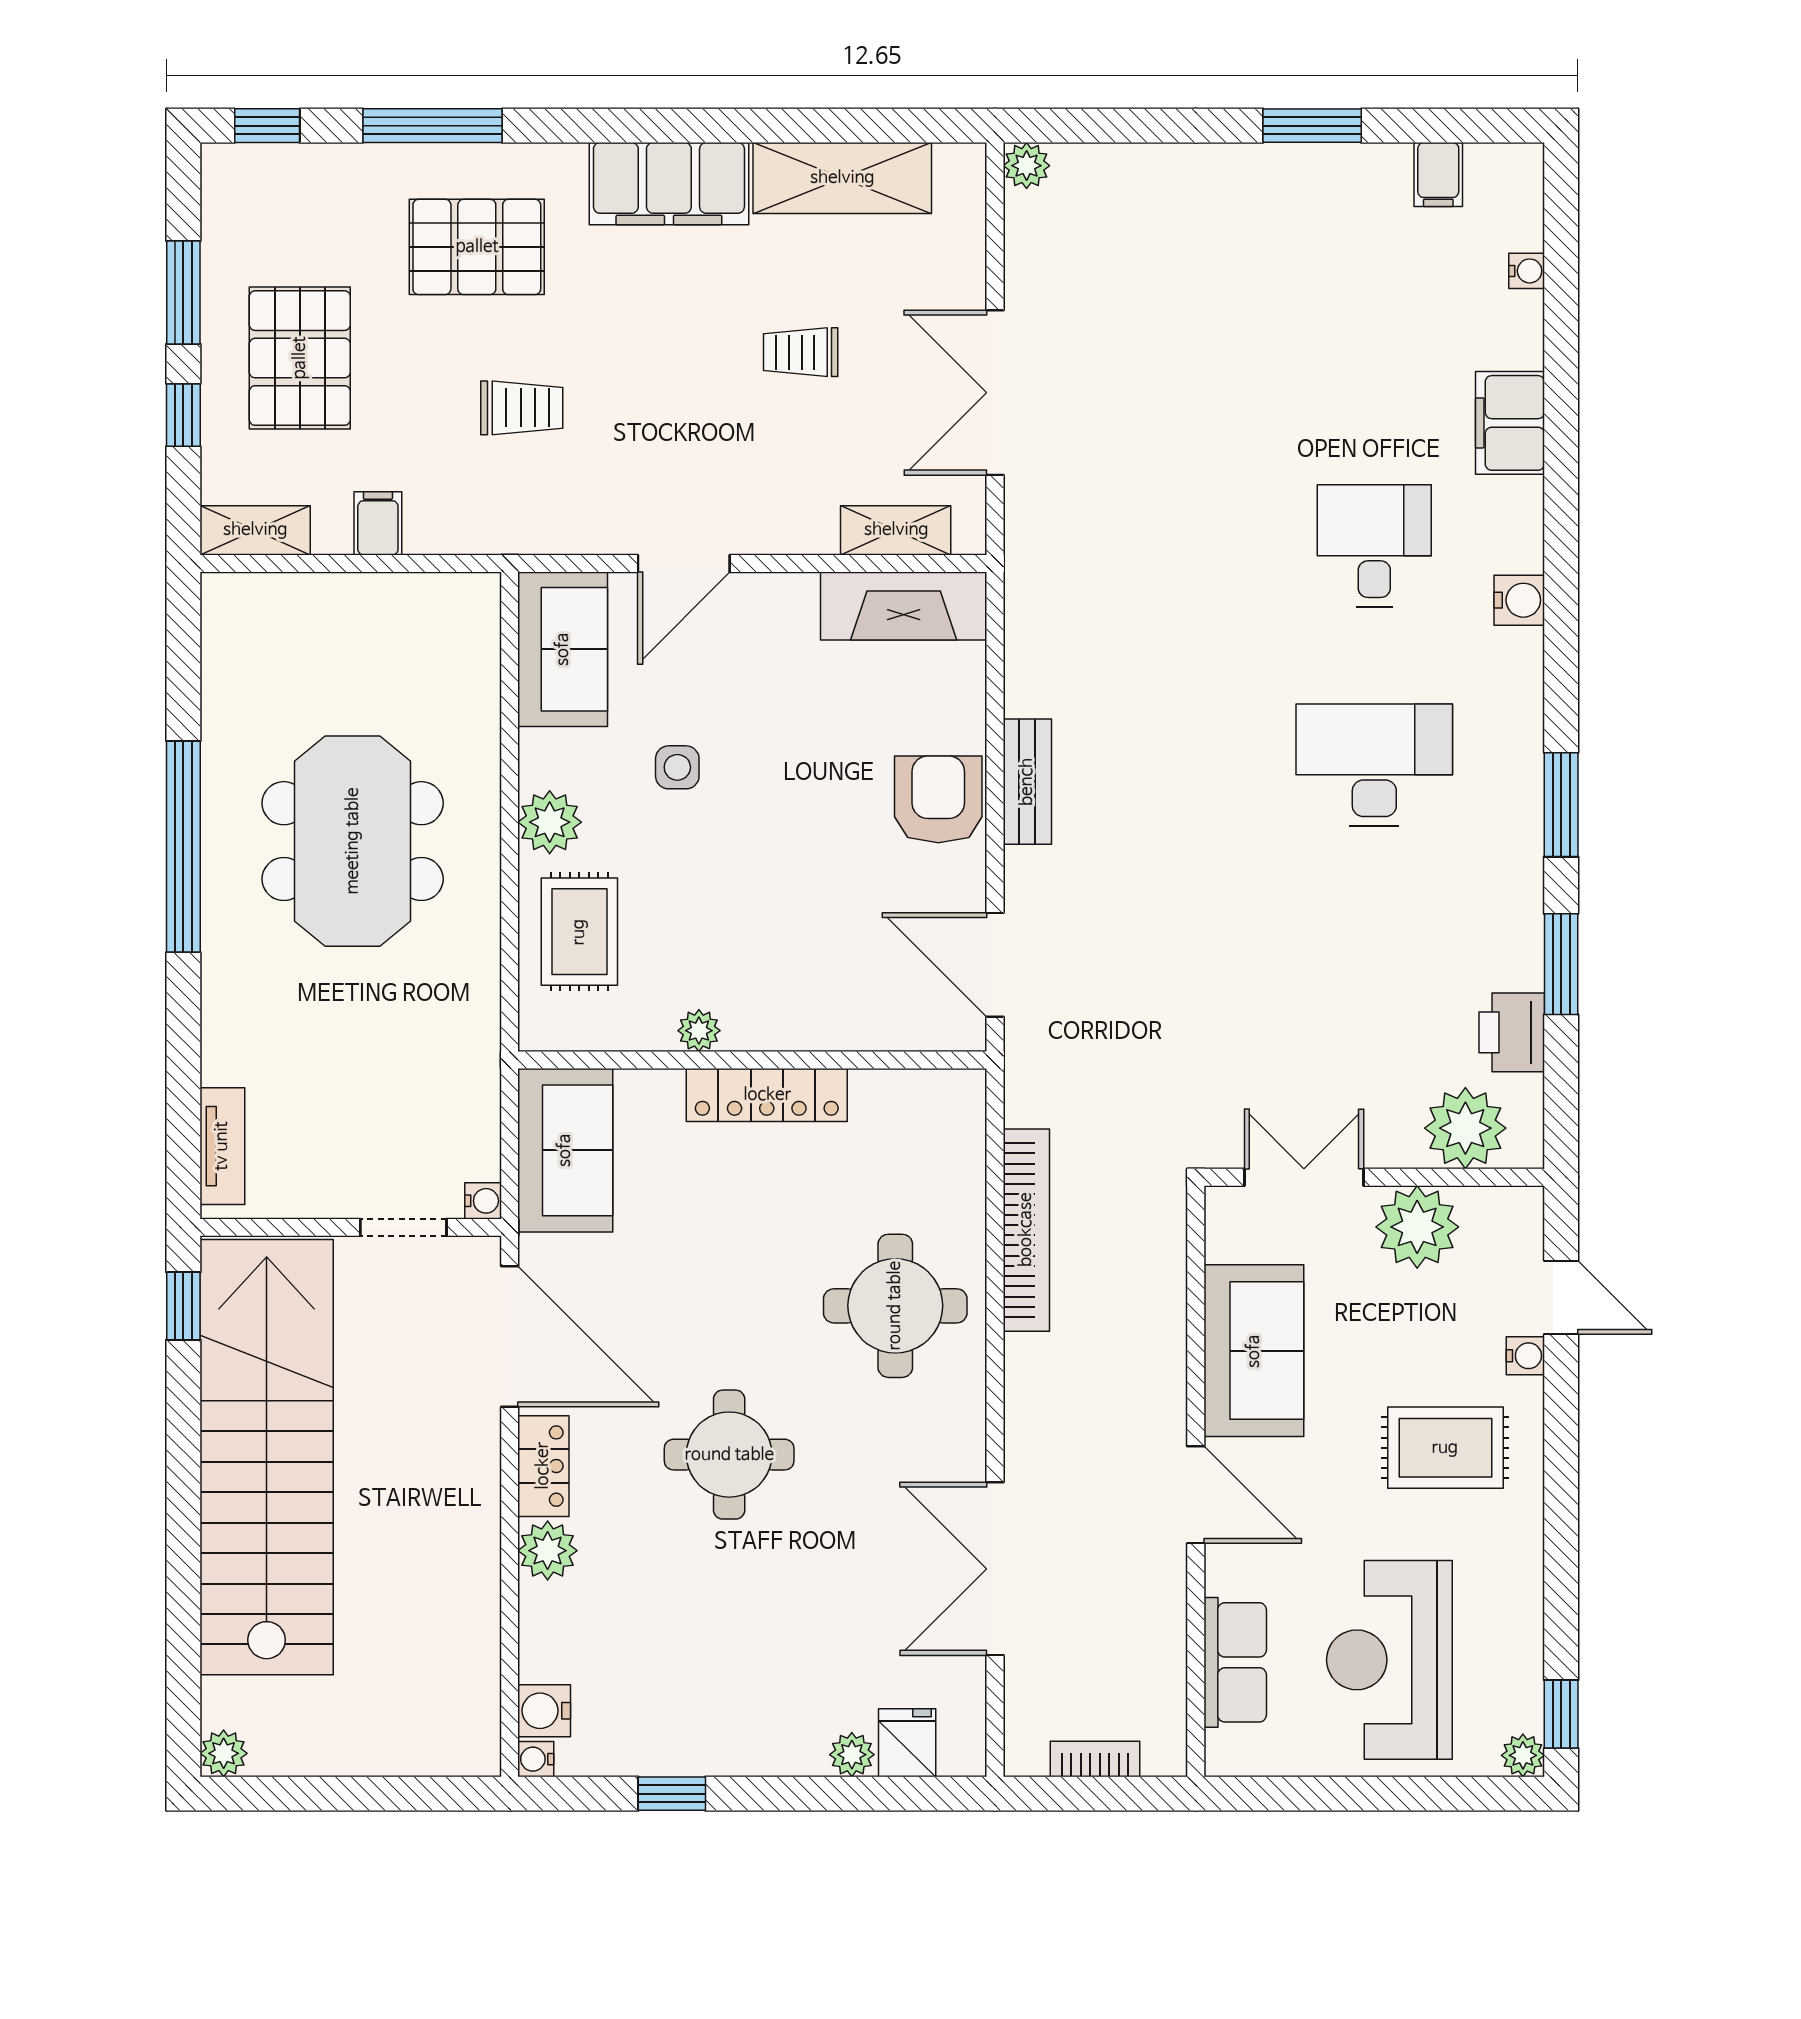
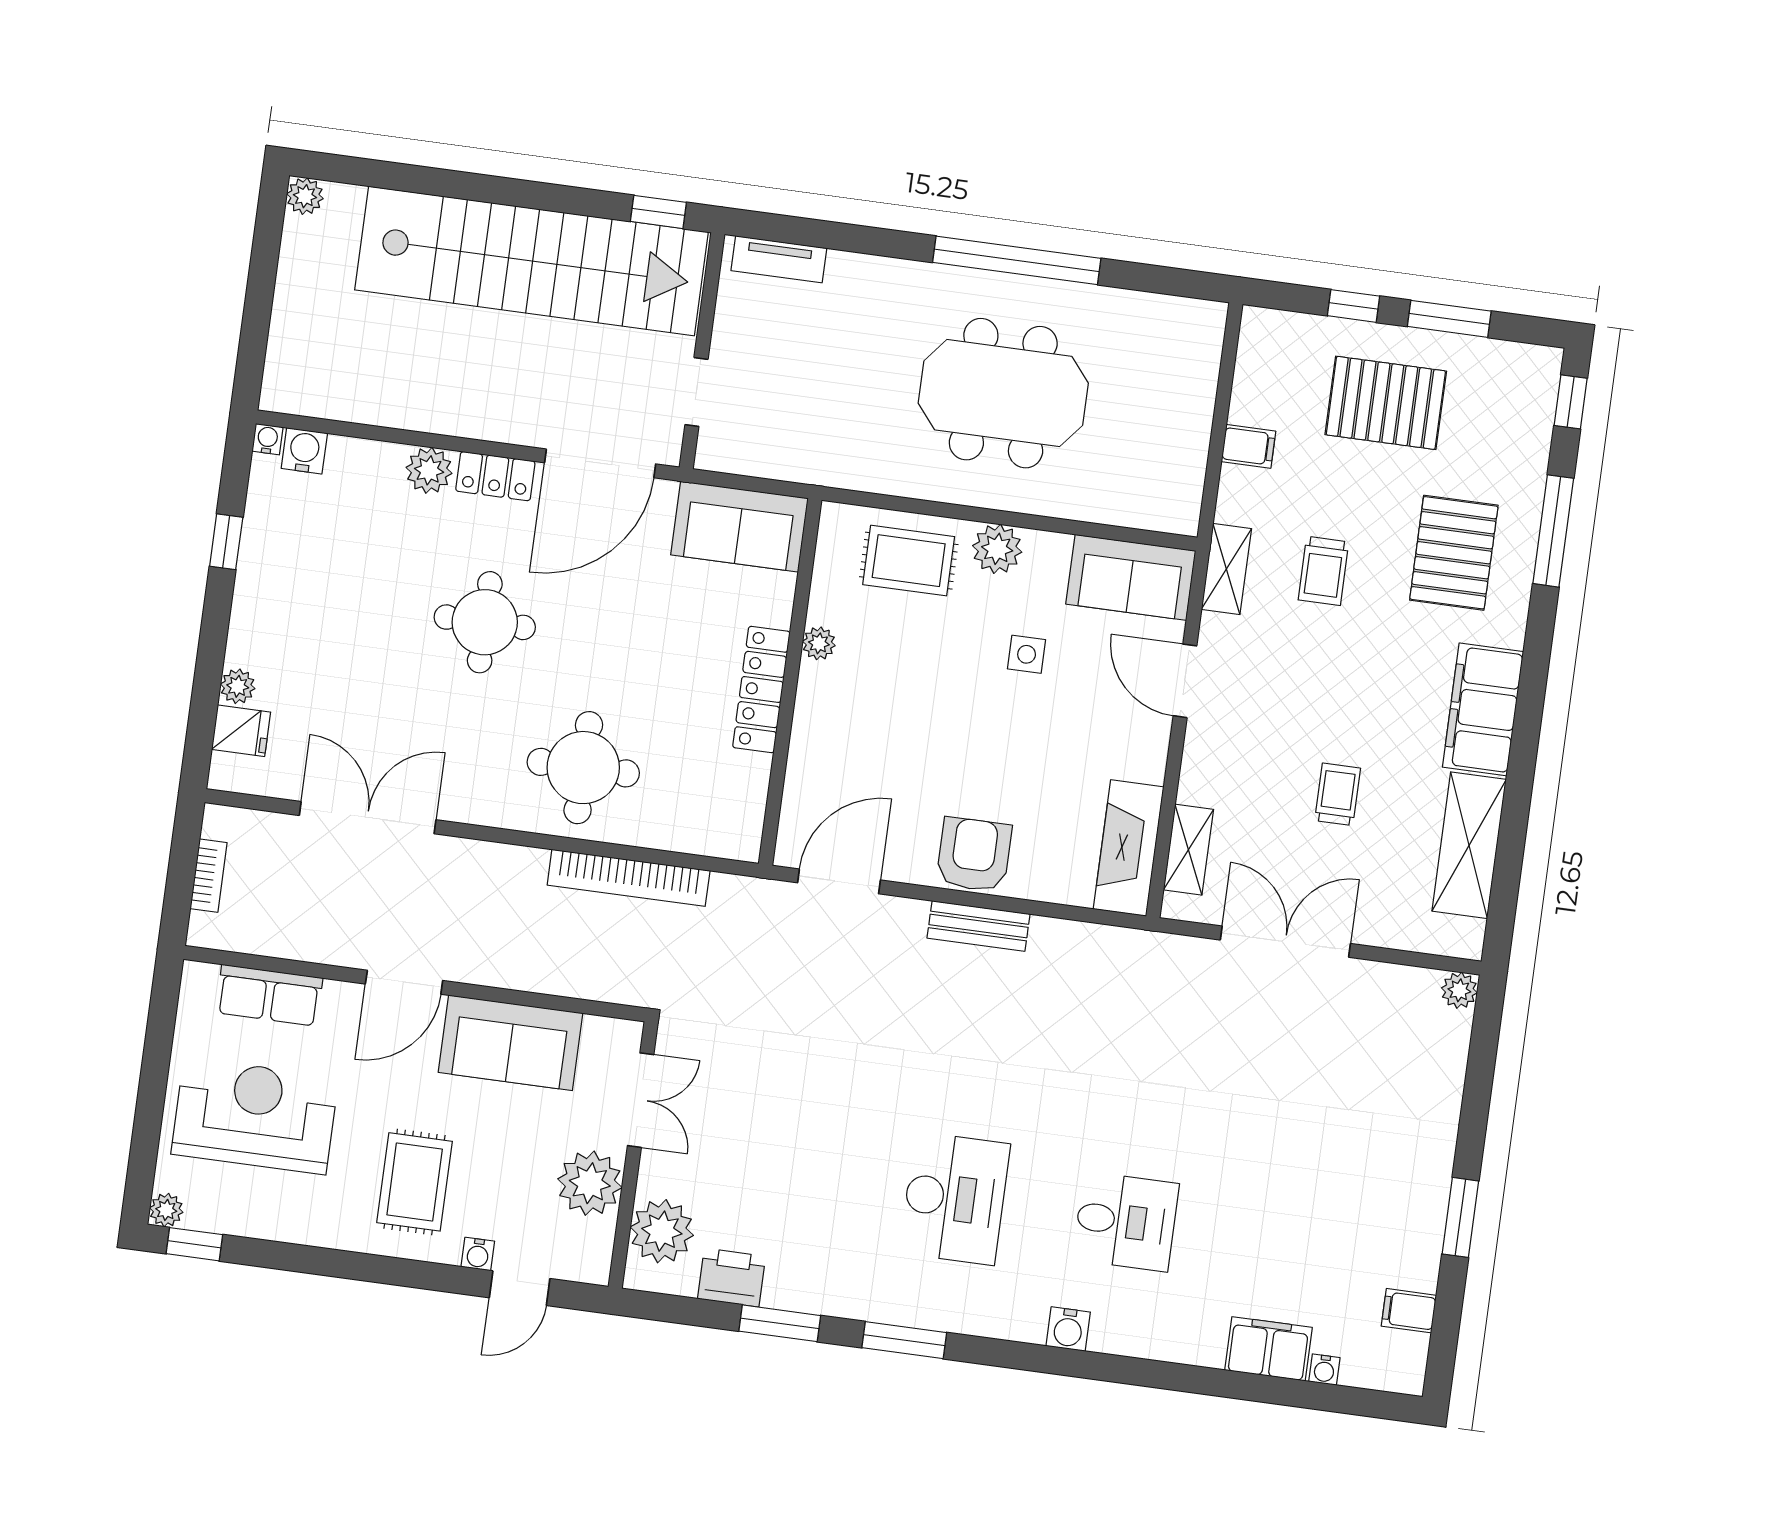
filing cabinet: (1510, 423) -> (1268, 1349), moved
shelving: (255, 530) -> (1226, 569), moved
armchair: (938, 799) -> (974, 855), turned -90
water cooler: (483, 1201) -> (709, 457), removed

